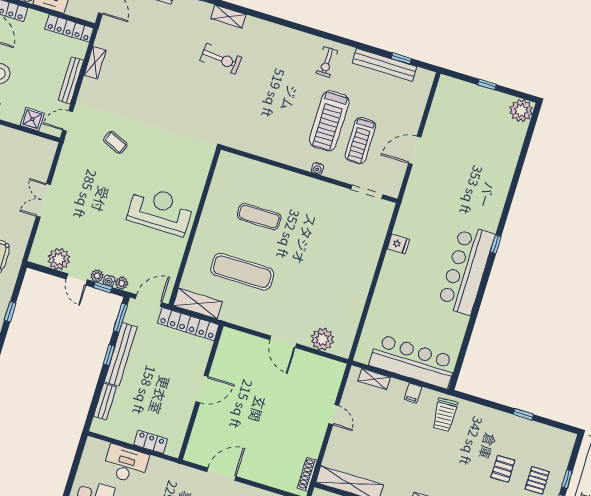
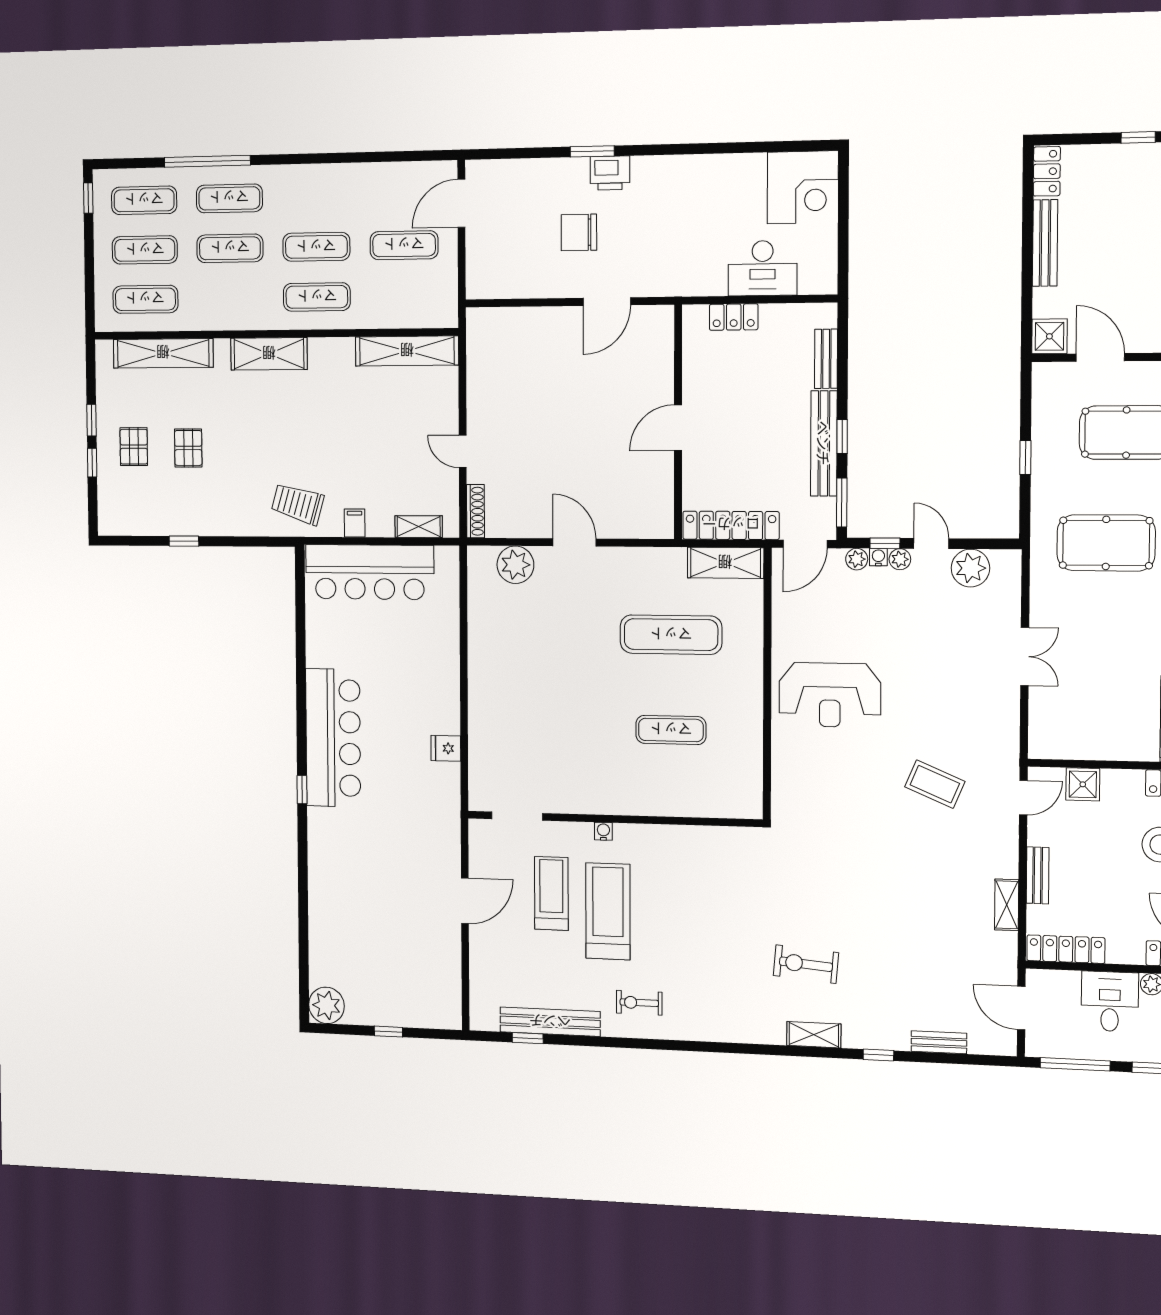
exercise bike: (327, 62) -> (639, 1003), turned -90
bench: (71, 80) -> (1038, 875), width x0.73
coffee table: (115, 142) -> (935, 784), width x1.36, depth x1.30
trolley: (445, 415) -> (298, 504), turned -71
shoe rack: (307, 474) -> (475, 511), moved

